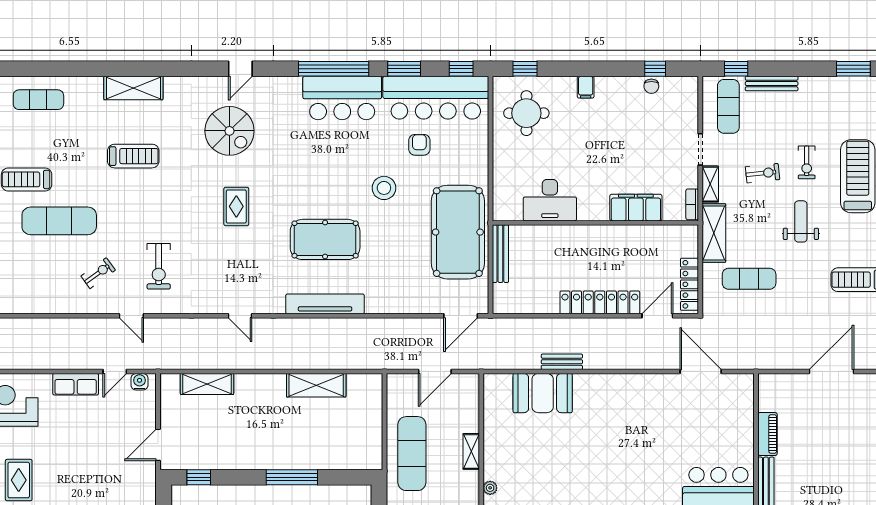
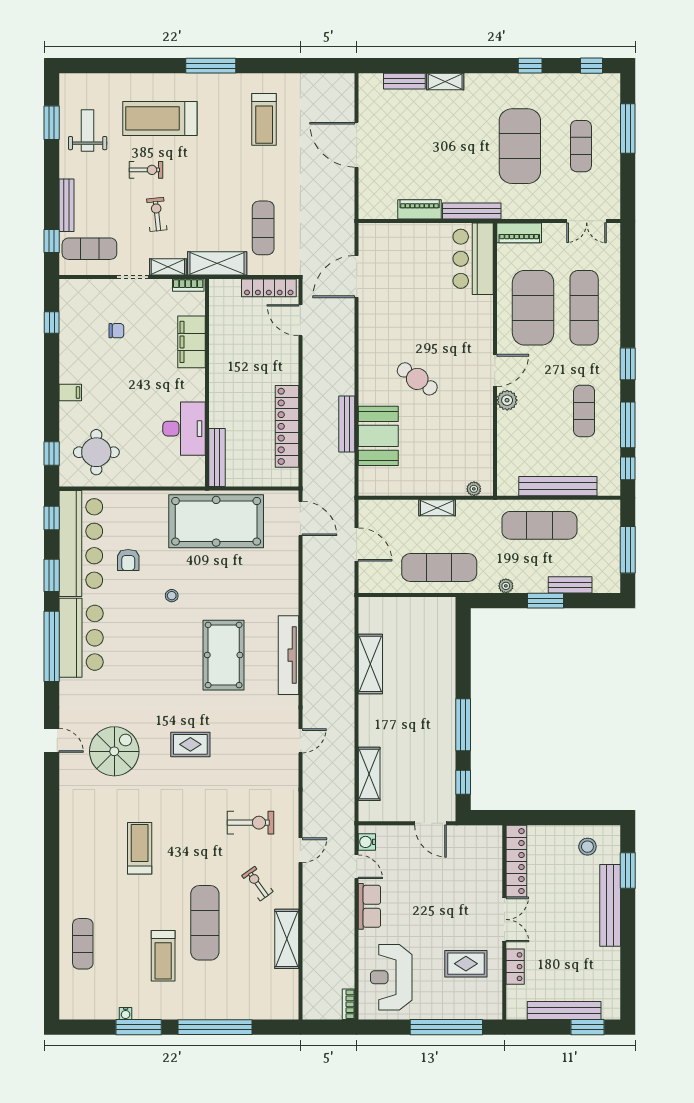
chair: (651, 86) -> (116, 331), moved
shelving: (133, 88) -> (287, 939), moved
armchair: (419, 145) -> (128, 560), turned -90
stool: (384, 188) -> (172, 596), width x0.53, depth x0.53
weight bench: (801, 221) -> (88, 131), moved, turned 90
bench: (500, 254) -> (217, 457), moved, turned 90
locker: (600, 302) -> (287, 426), moved
bench: (562, 362) -> (347, 424), width x1.36
cafe table: (599, 432) -> (417, 379), added
window: (292, 477) -> (463, 725), moved

